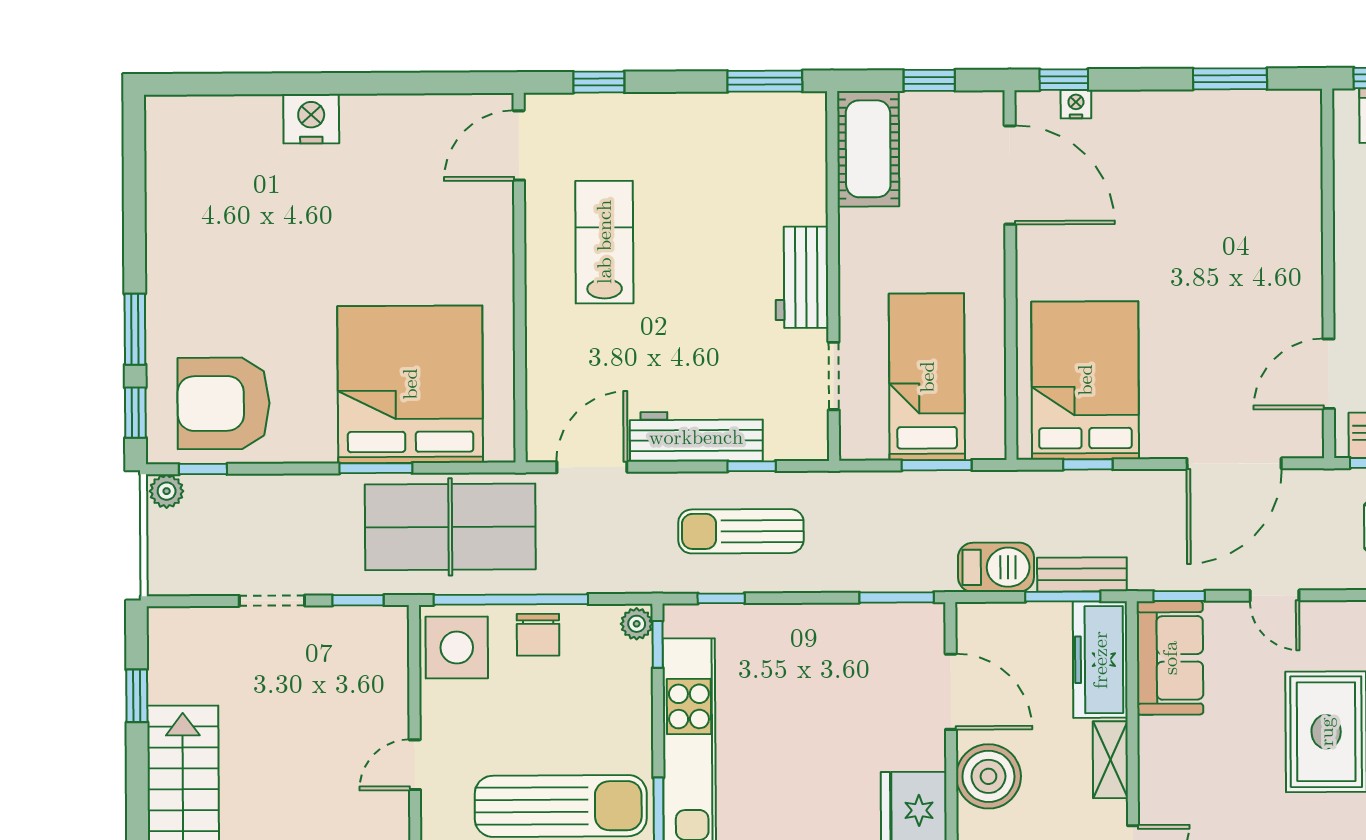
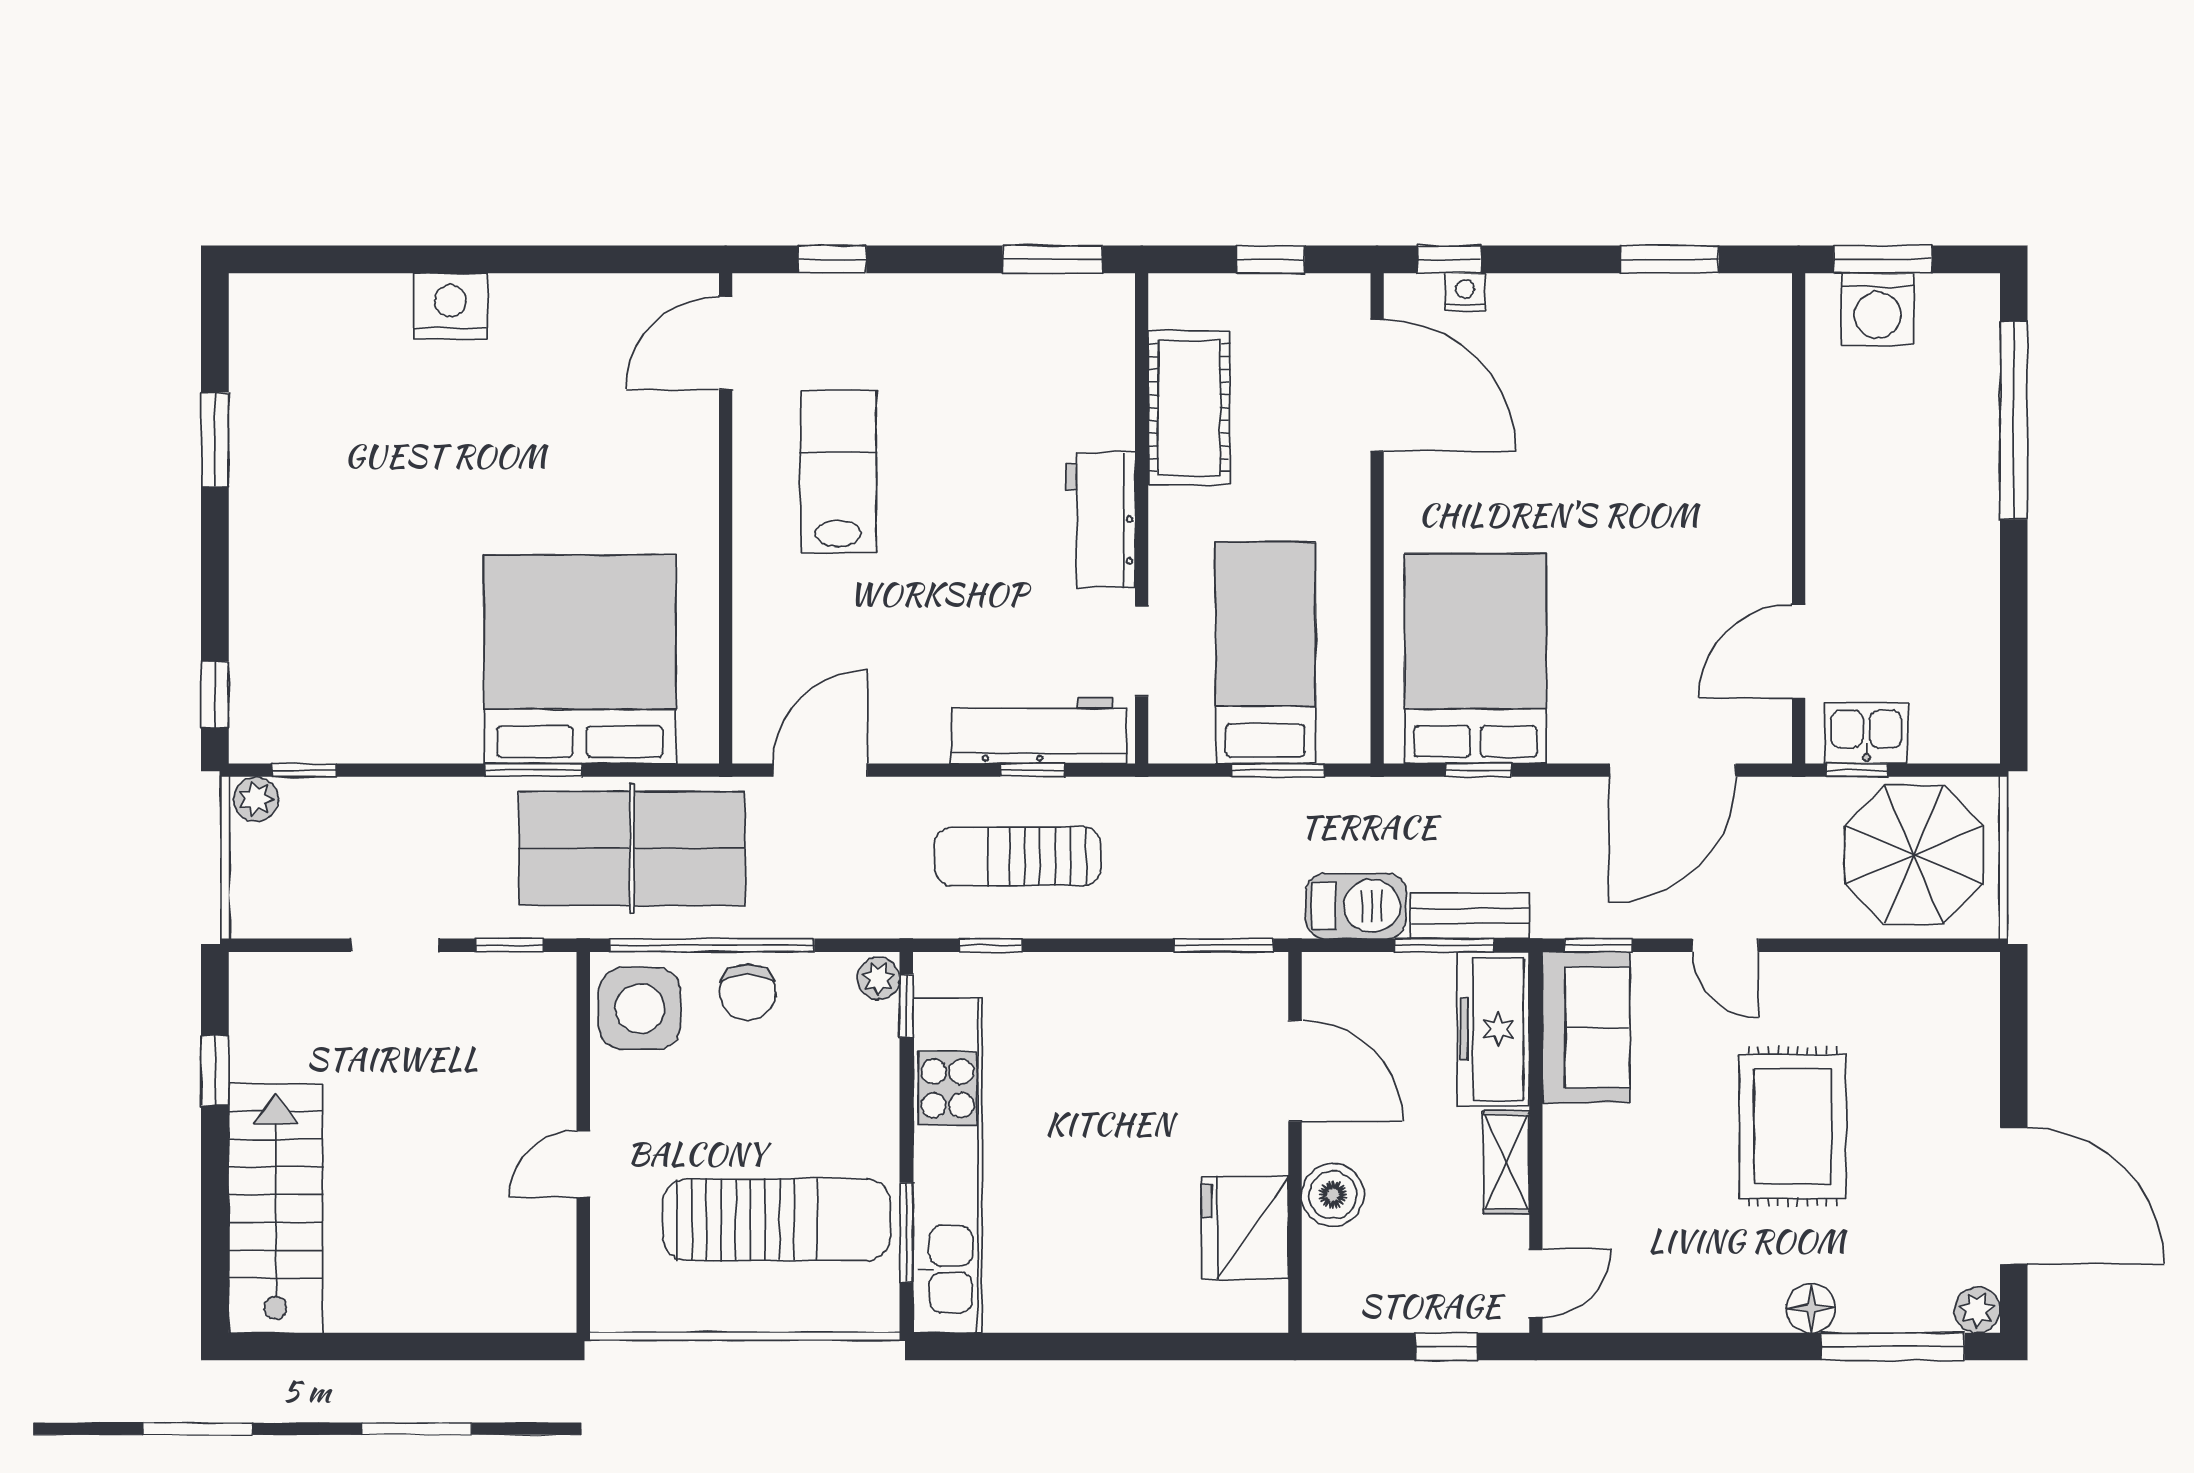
cot: (868, 149) -> (1189, 408), moved
window: (135, 329) -> (215, 440), moved
armchair: (224, 403) -> (332, 683), removed
workbench: (696, 437) -> (1039, 730), moved
boiler: (988, 776) -> (1333, 1195), width x0.73, depth x0.73

